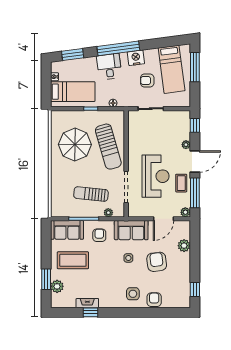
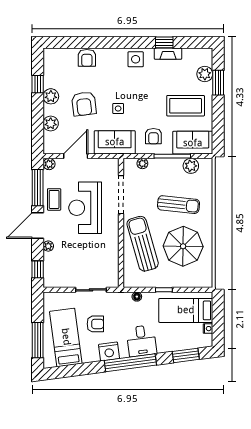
sun lounger: (91, 194) -> (178, 205), moved
plant: (69, 211) -> (191, 166), added
plant: (184, 268) -> (51, 96), added
window: (195, 290) -> (38, 84), moved
side table: (133, 294) -> (136, 59), moved

